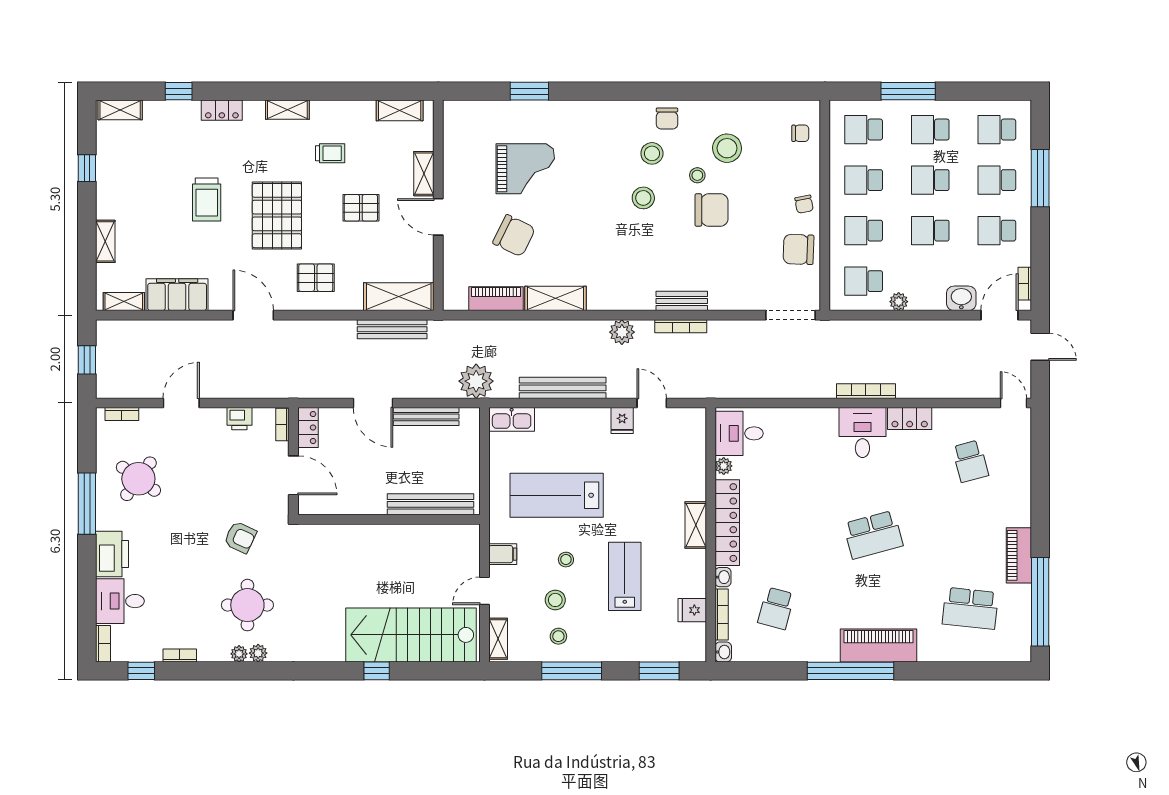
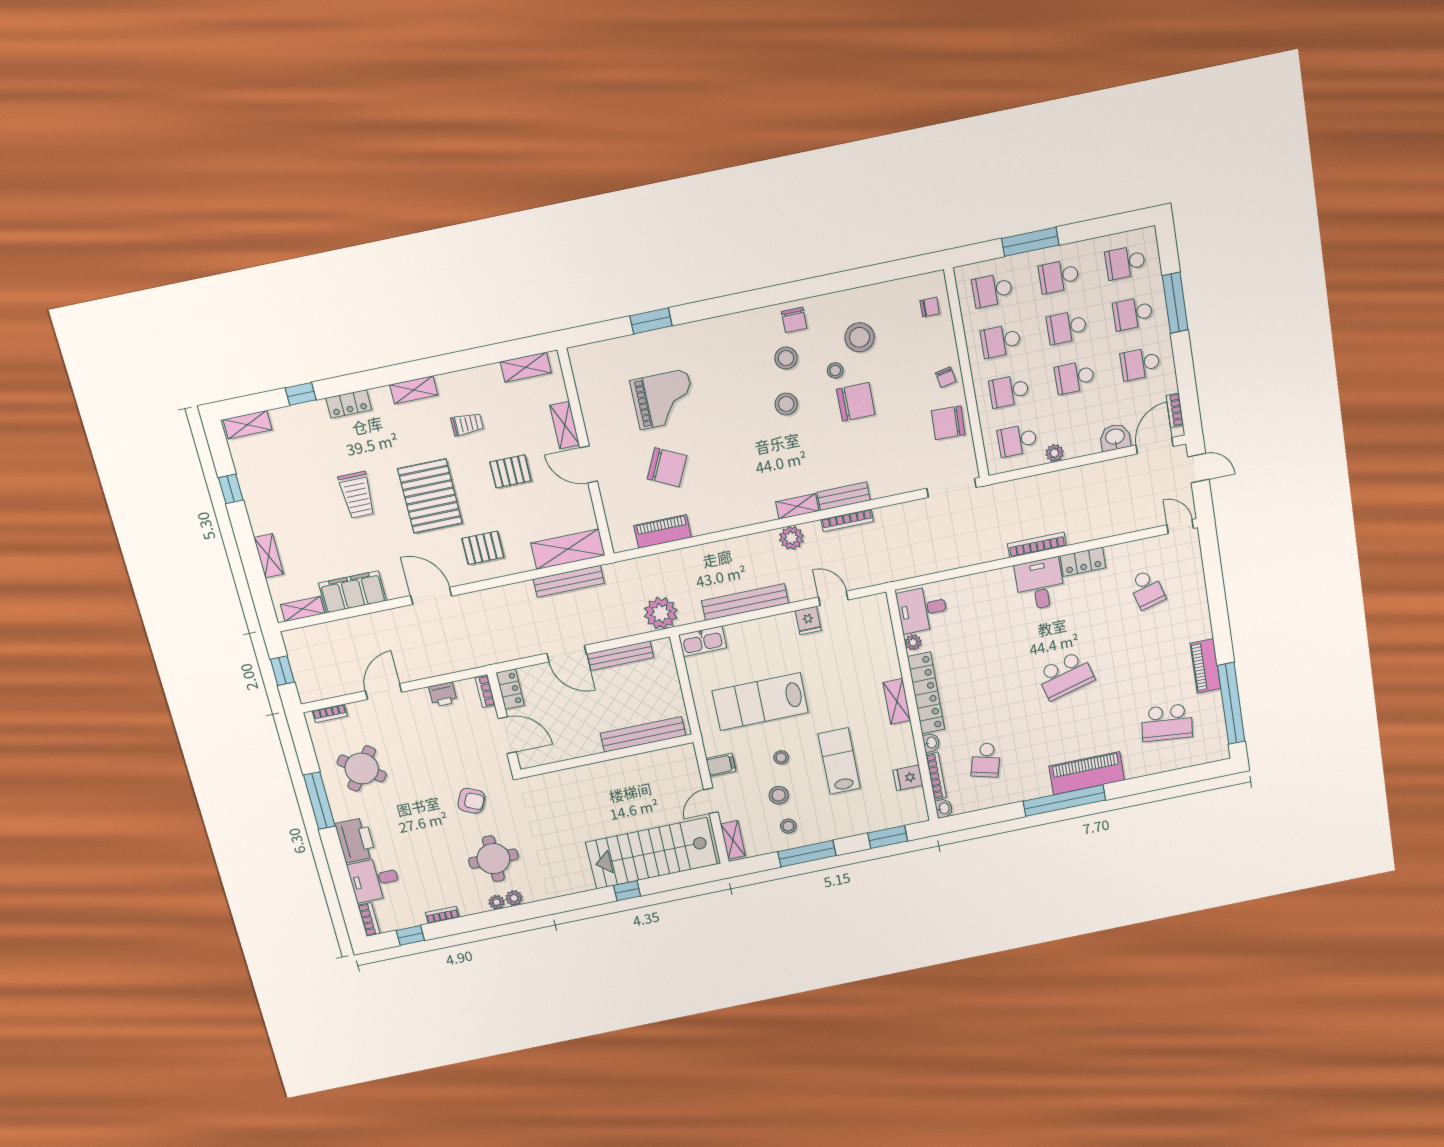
shelving: (555, 298) -> (797, 506), moved, width x0.67, depth x0.75

